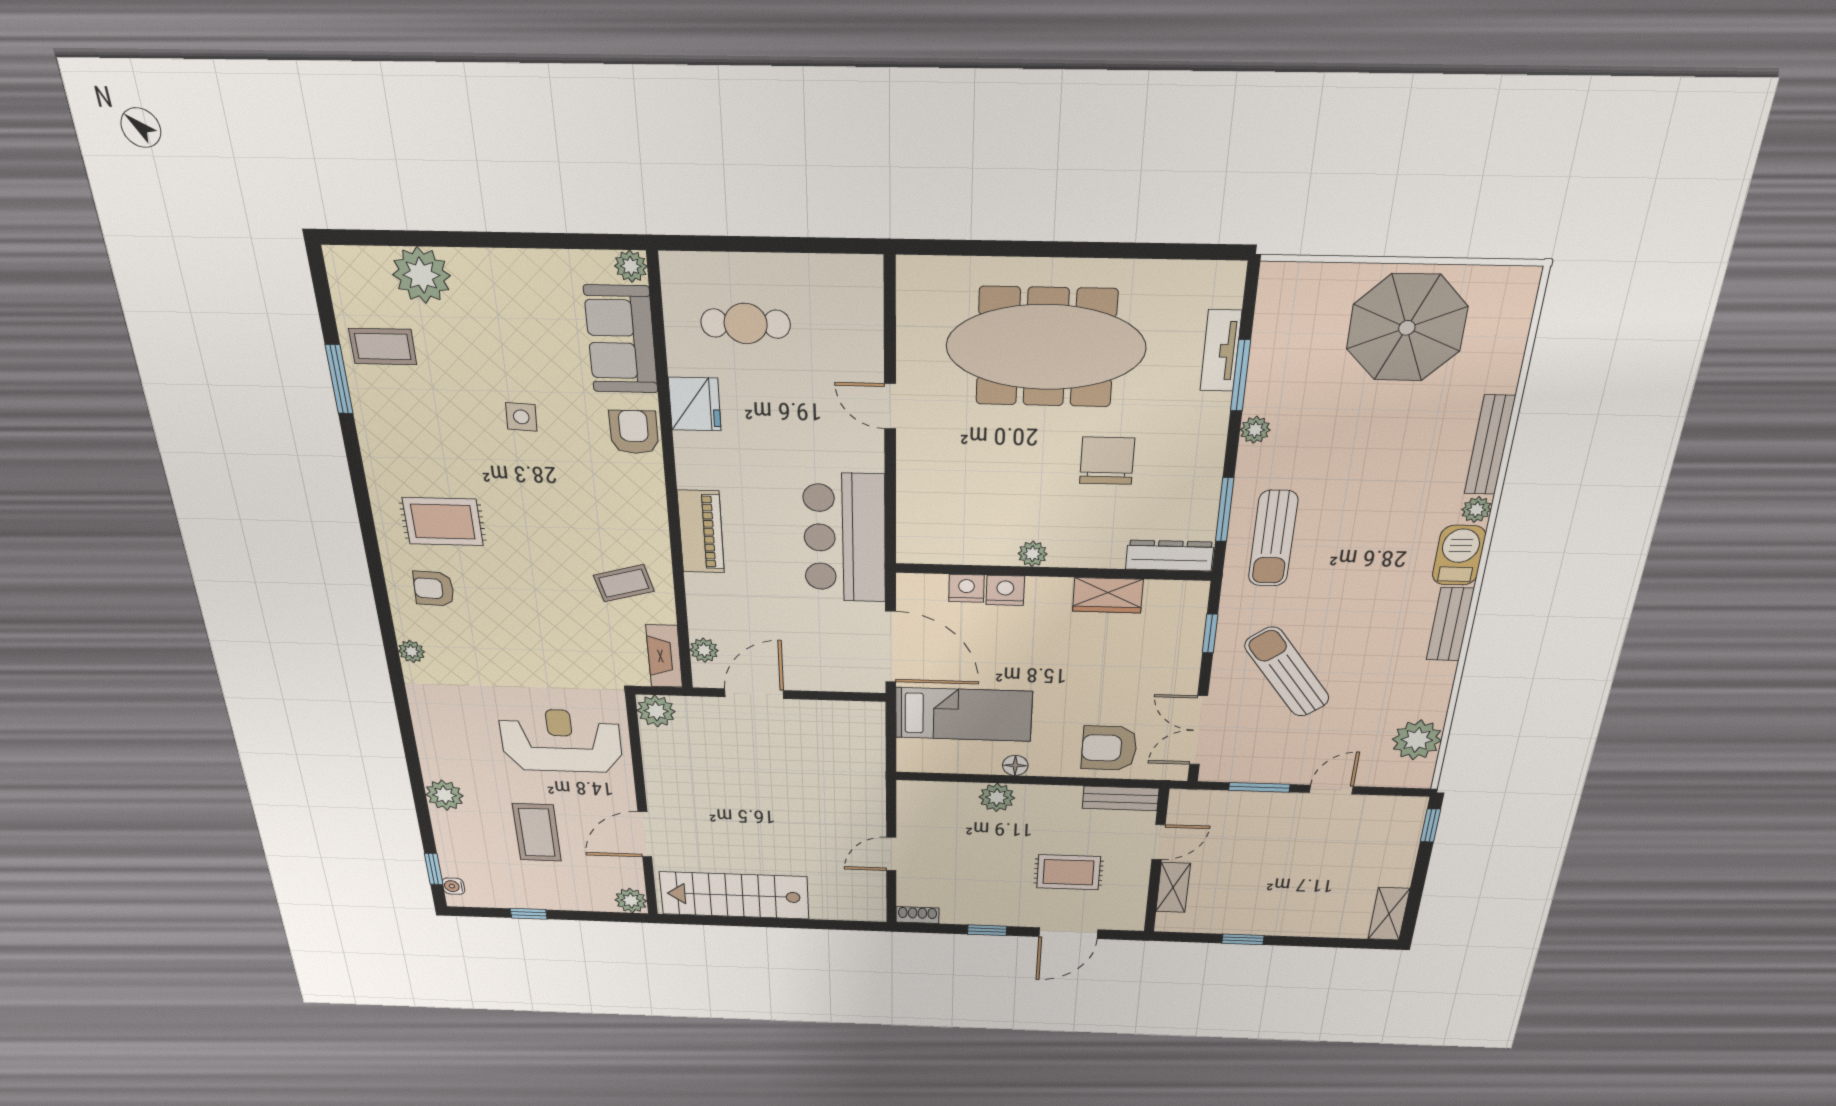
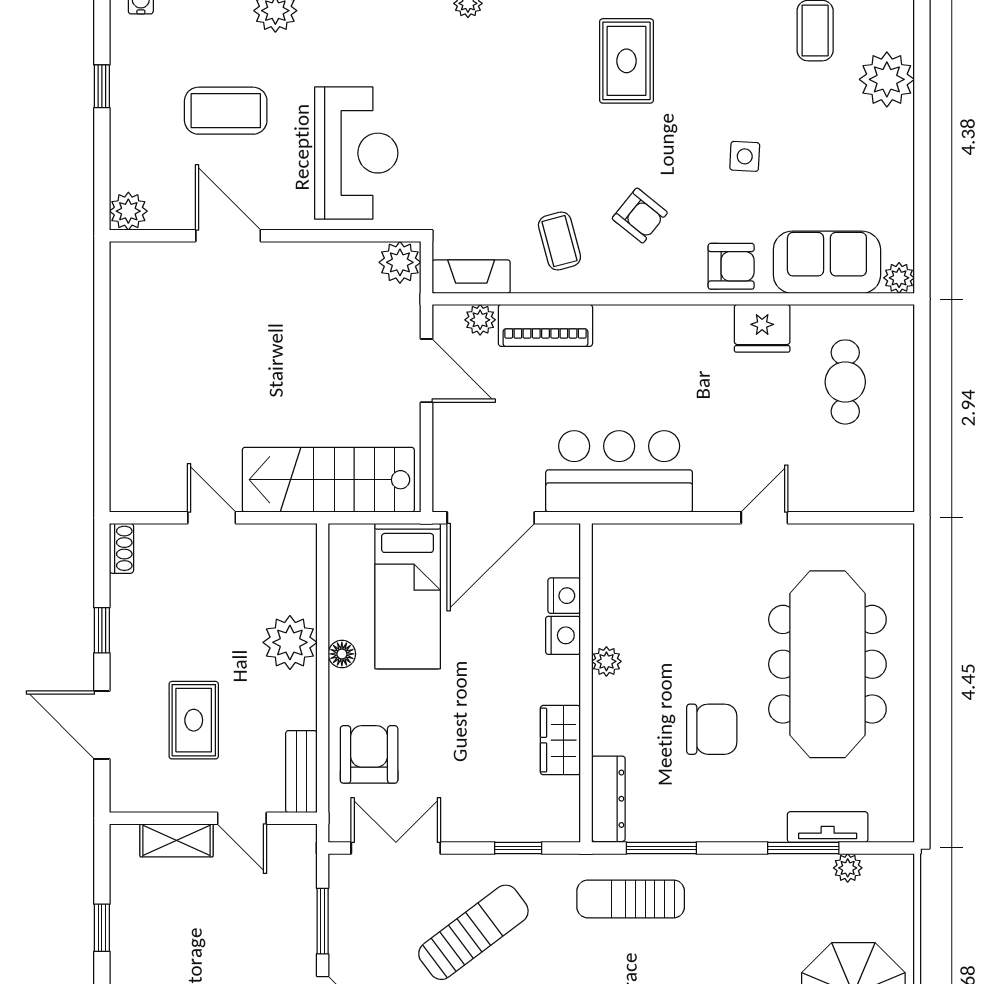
plant: (1255, 430) -> (848, 868), moved
piano: (701, 532) -> (545, 325), moved
armchair: (434, 589) -> (640, 215), moved, turned 126
plant: (997, 797) -> (290, 642), width x1.36, depth x1.36
stairs: (734, 895) -> (328, 480), moved, turned -90

